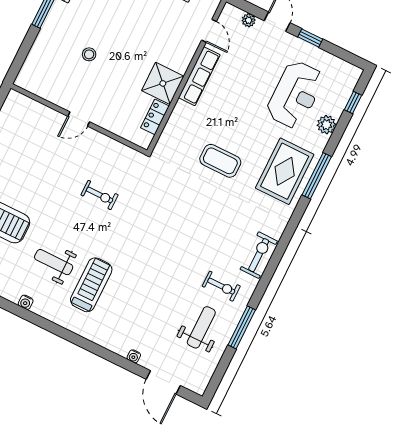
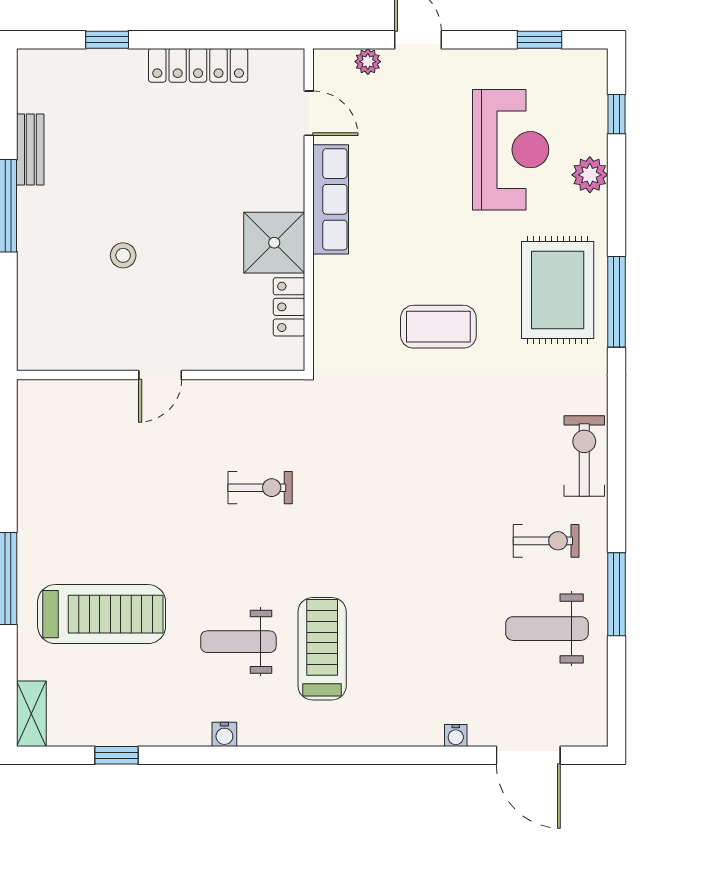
window: (310, 38) -> (539, 40), moved
window: (317, 176) -> (617, 302), moved
weight bench: (201, 327) -> (547, 629), turned -90

